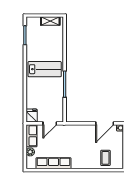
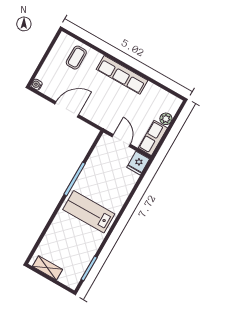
door: (50, 123) -> (121, 141), hinge flipped
door: (105, 123) -> (67, 109), moved
row of seats: (53, 163) -> (122, 75), moved

